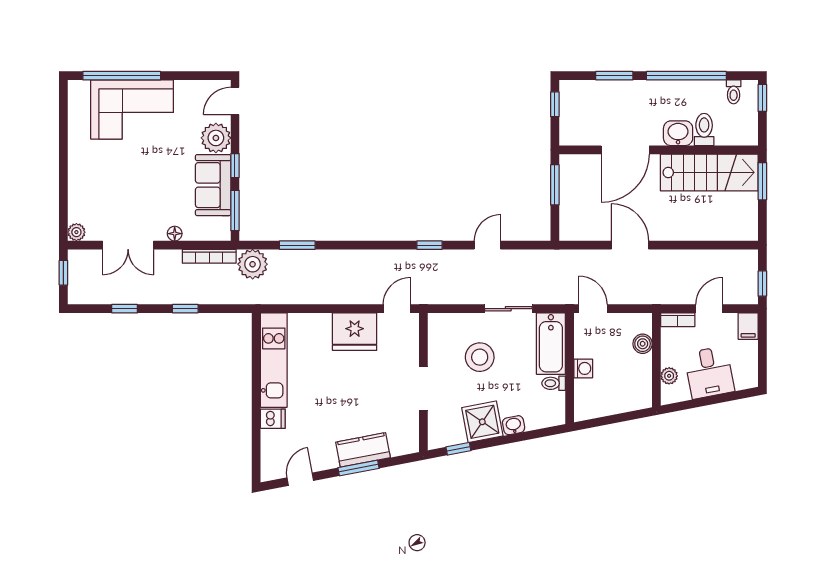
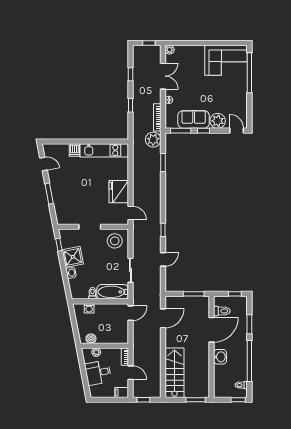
corner sofa: (132, 109) -> (226, 60), moved, turned -90
toilet: (704, 129) -> (222, 311), moved
door: (625, 150) -> (212, 330), swing flipped
stairs: (709, 172) -> (174, 373), moved, turned 180
double door: (128, 245) -> (163, 76), swing flipped
door: (487, 245) -> (163, 259), hinge flipped
door: (630, 245) -> (163, 318), moved
boiler: (643, 344) -> (91, 339), moved
stool: (480, 357) -> (115, 241), moved
washing machine: (583, 368) -> (89, 308), moved
kitchen counter: (363, 450) -> (58, 196), removed

